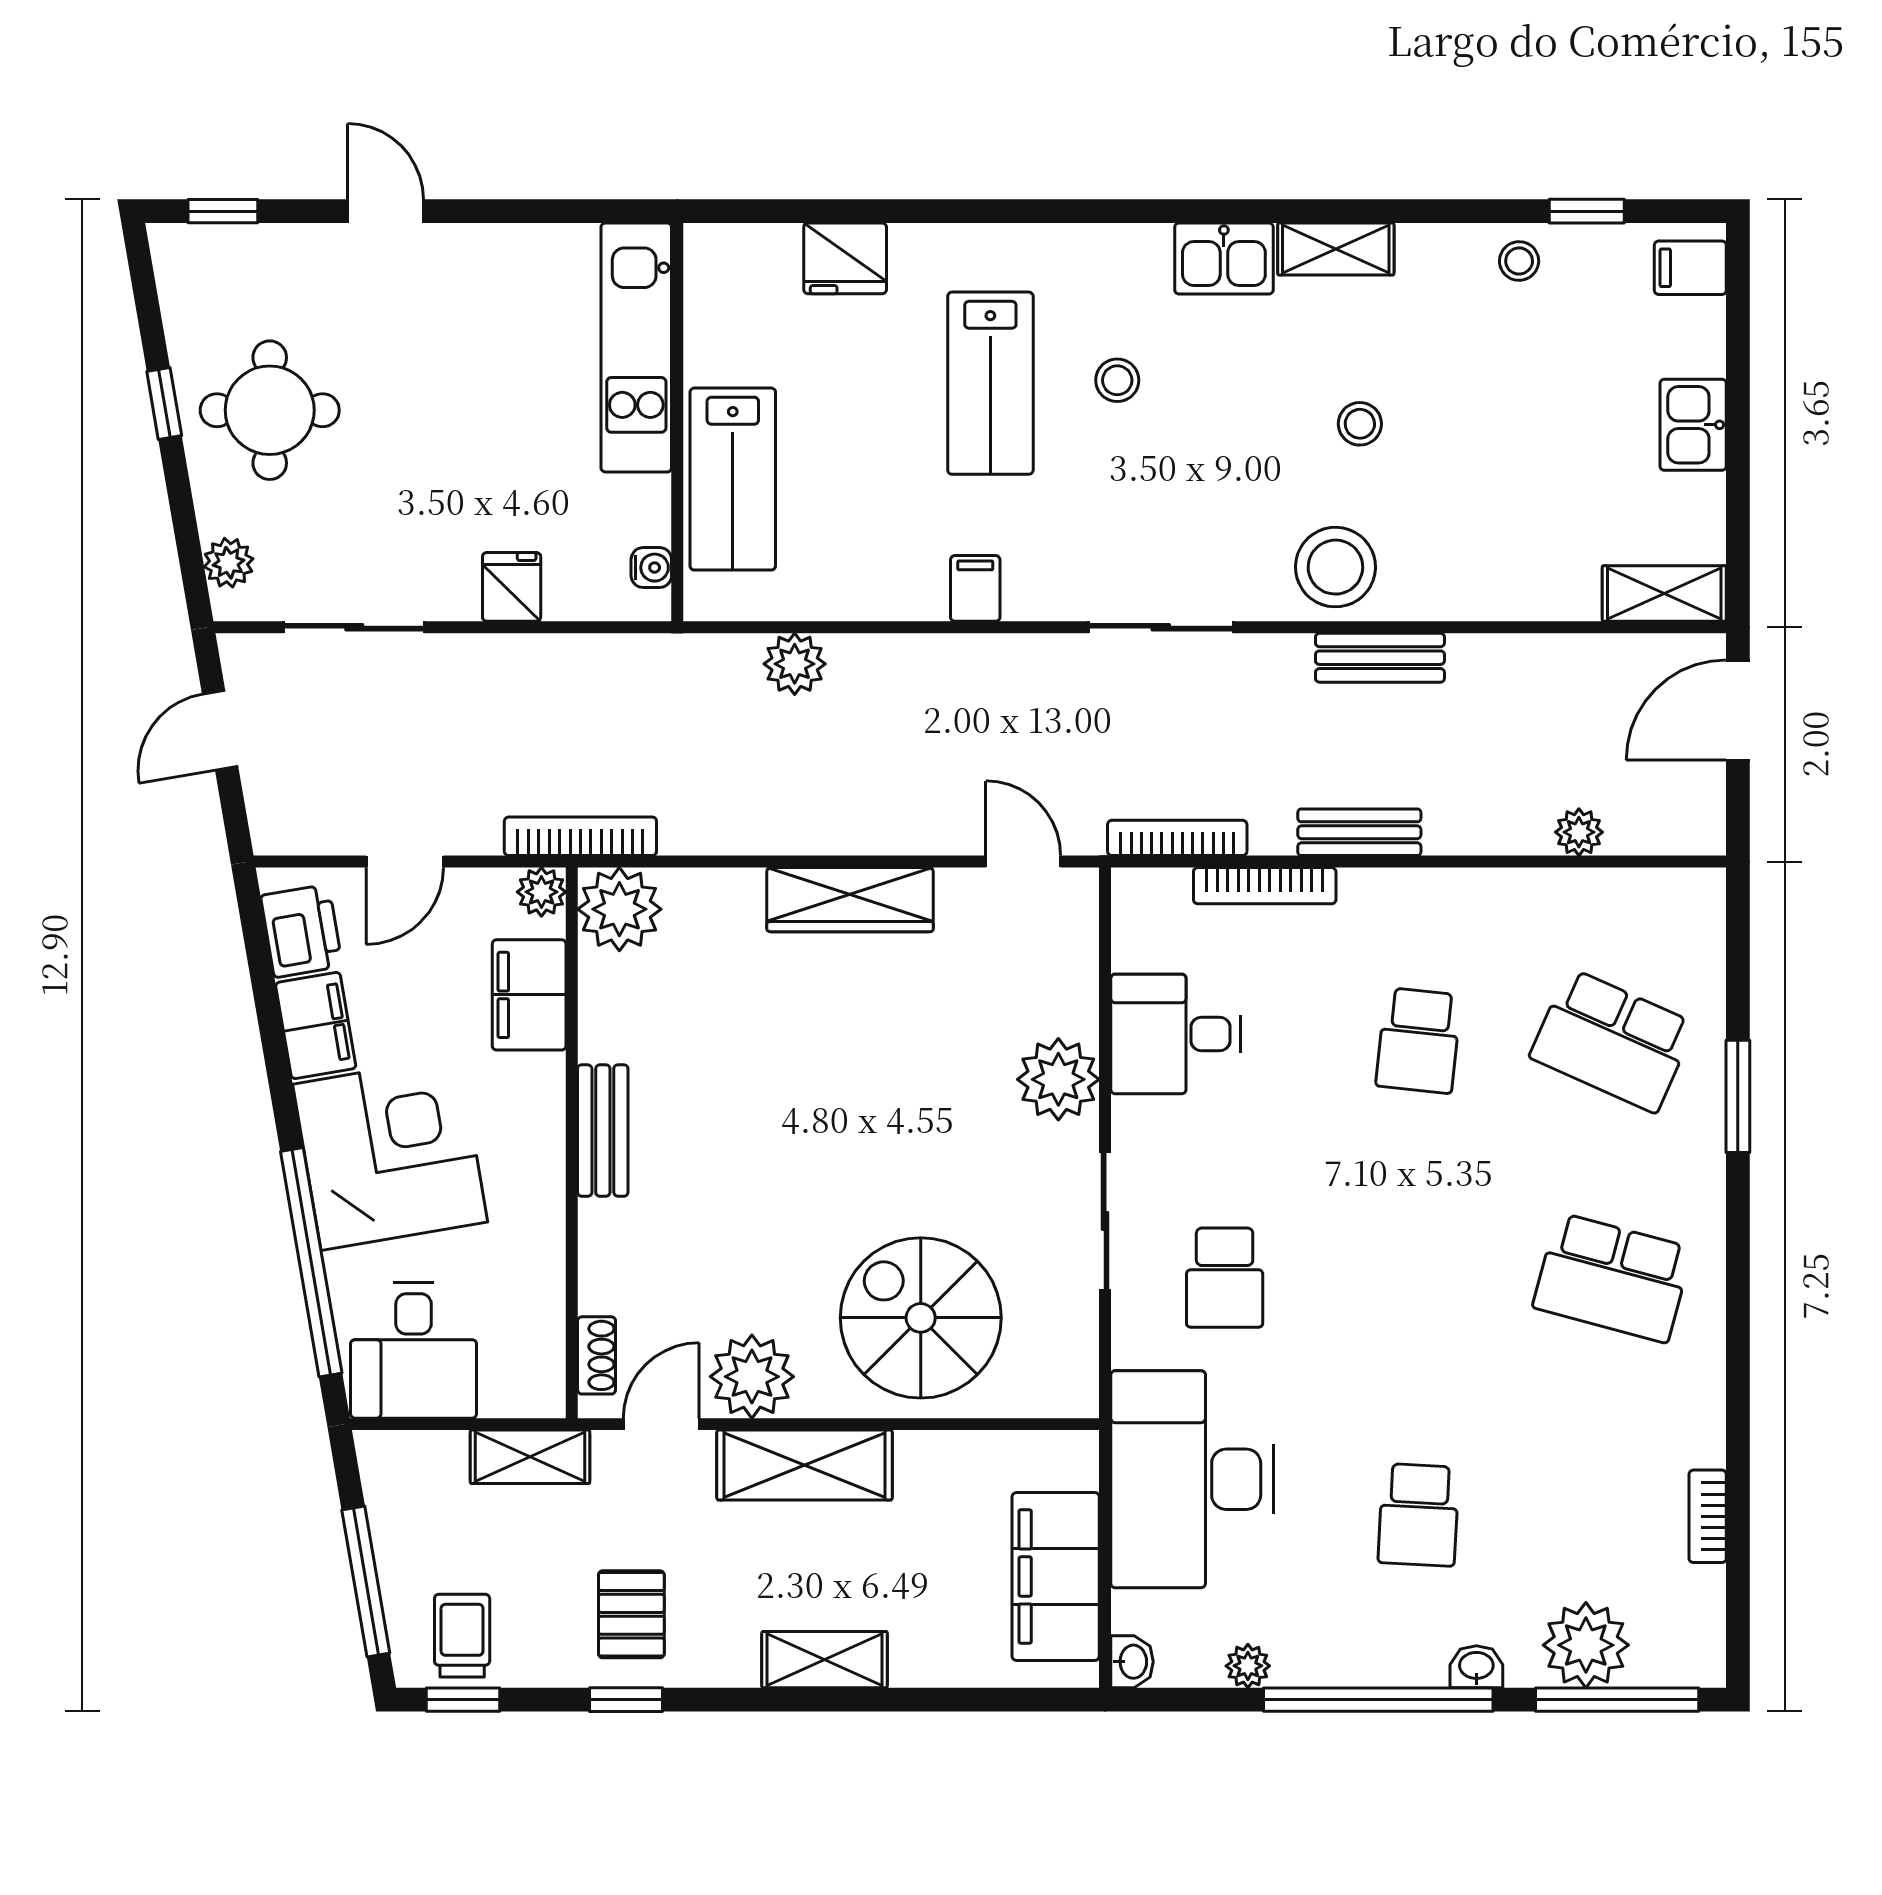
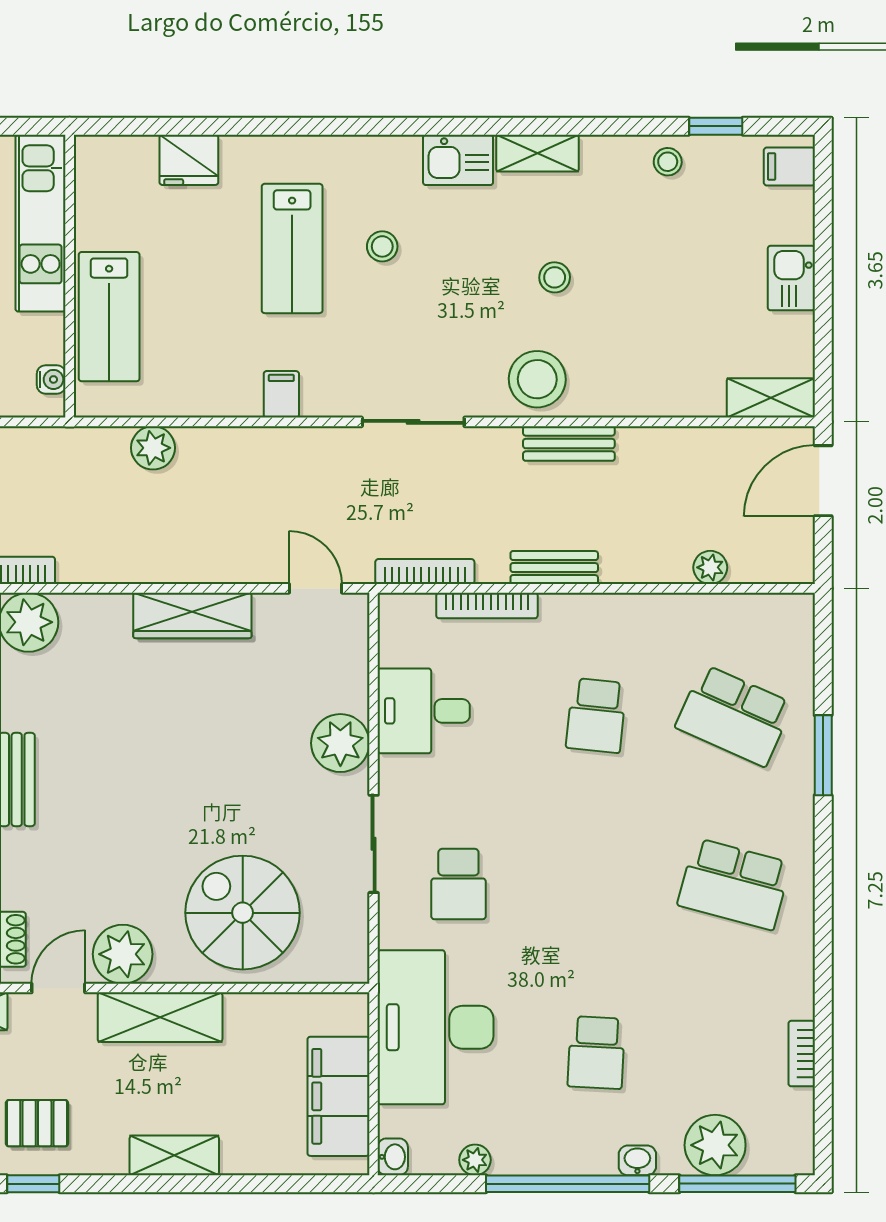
pallet: (631, 1614) -> (37, 1123), turned 90

